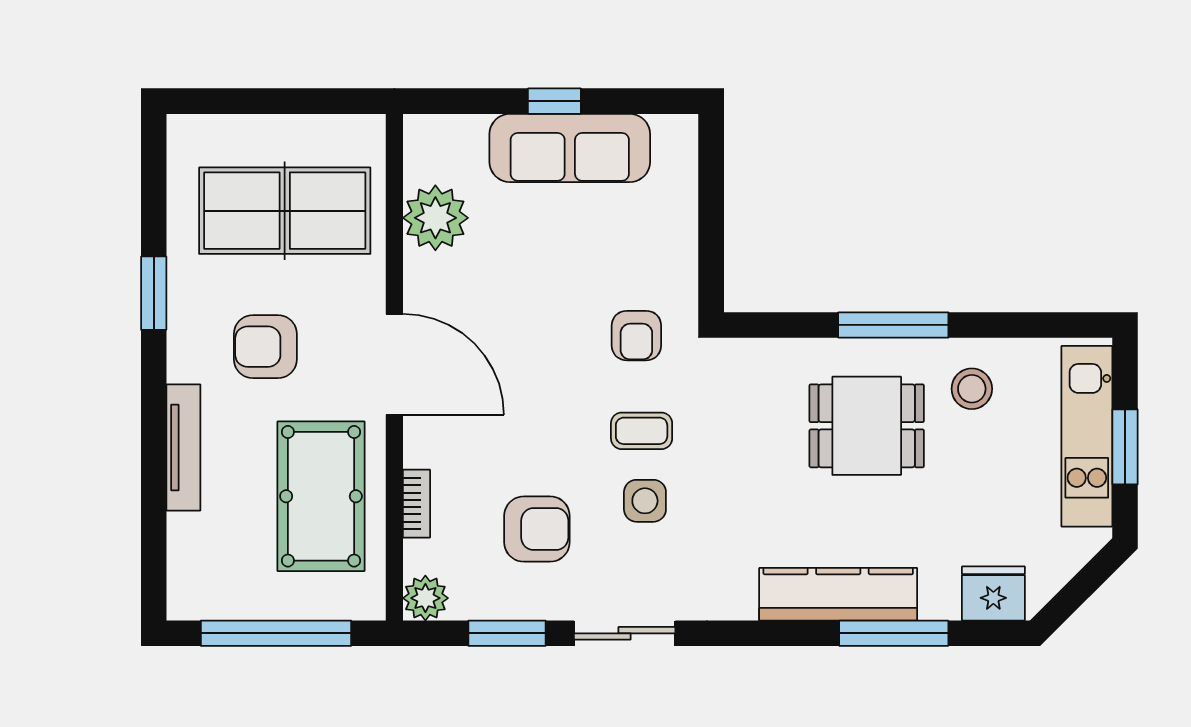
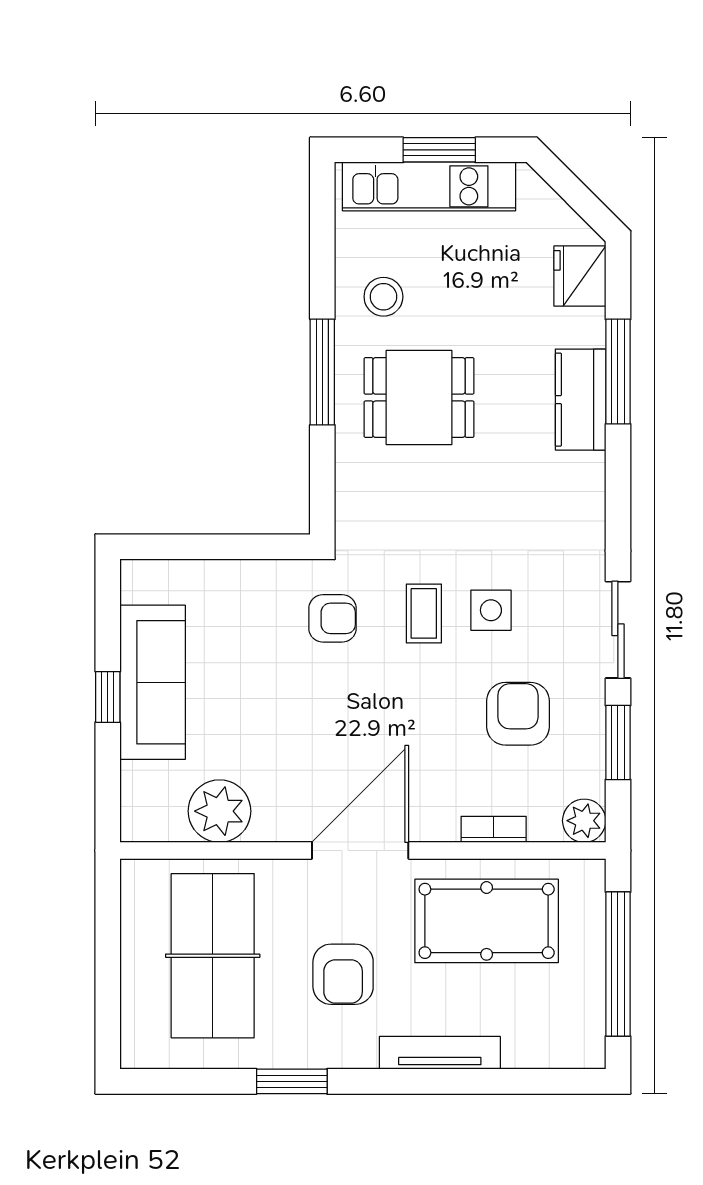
dining table: (867, 426) -> (419, 398), turned 90
kitchen counter: (838, 594) -> (581, 400), width x0.67

